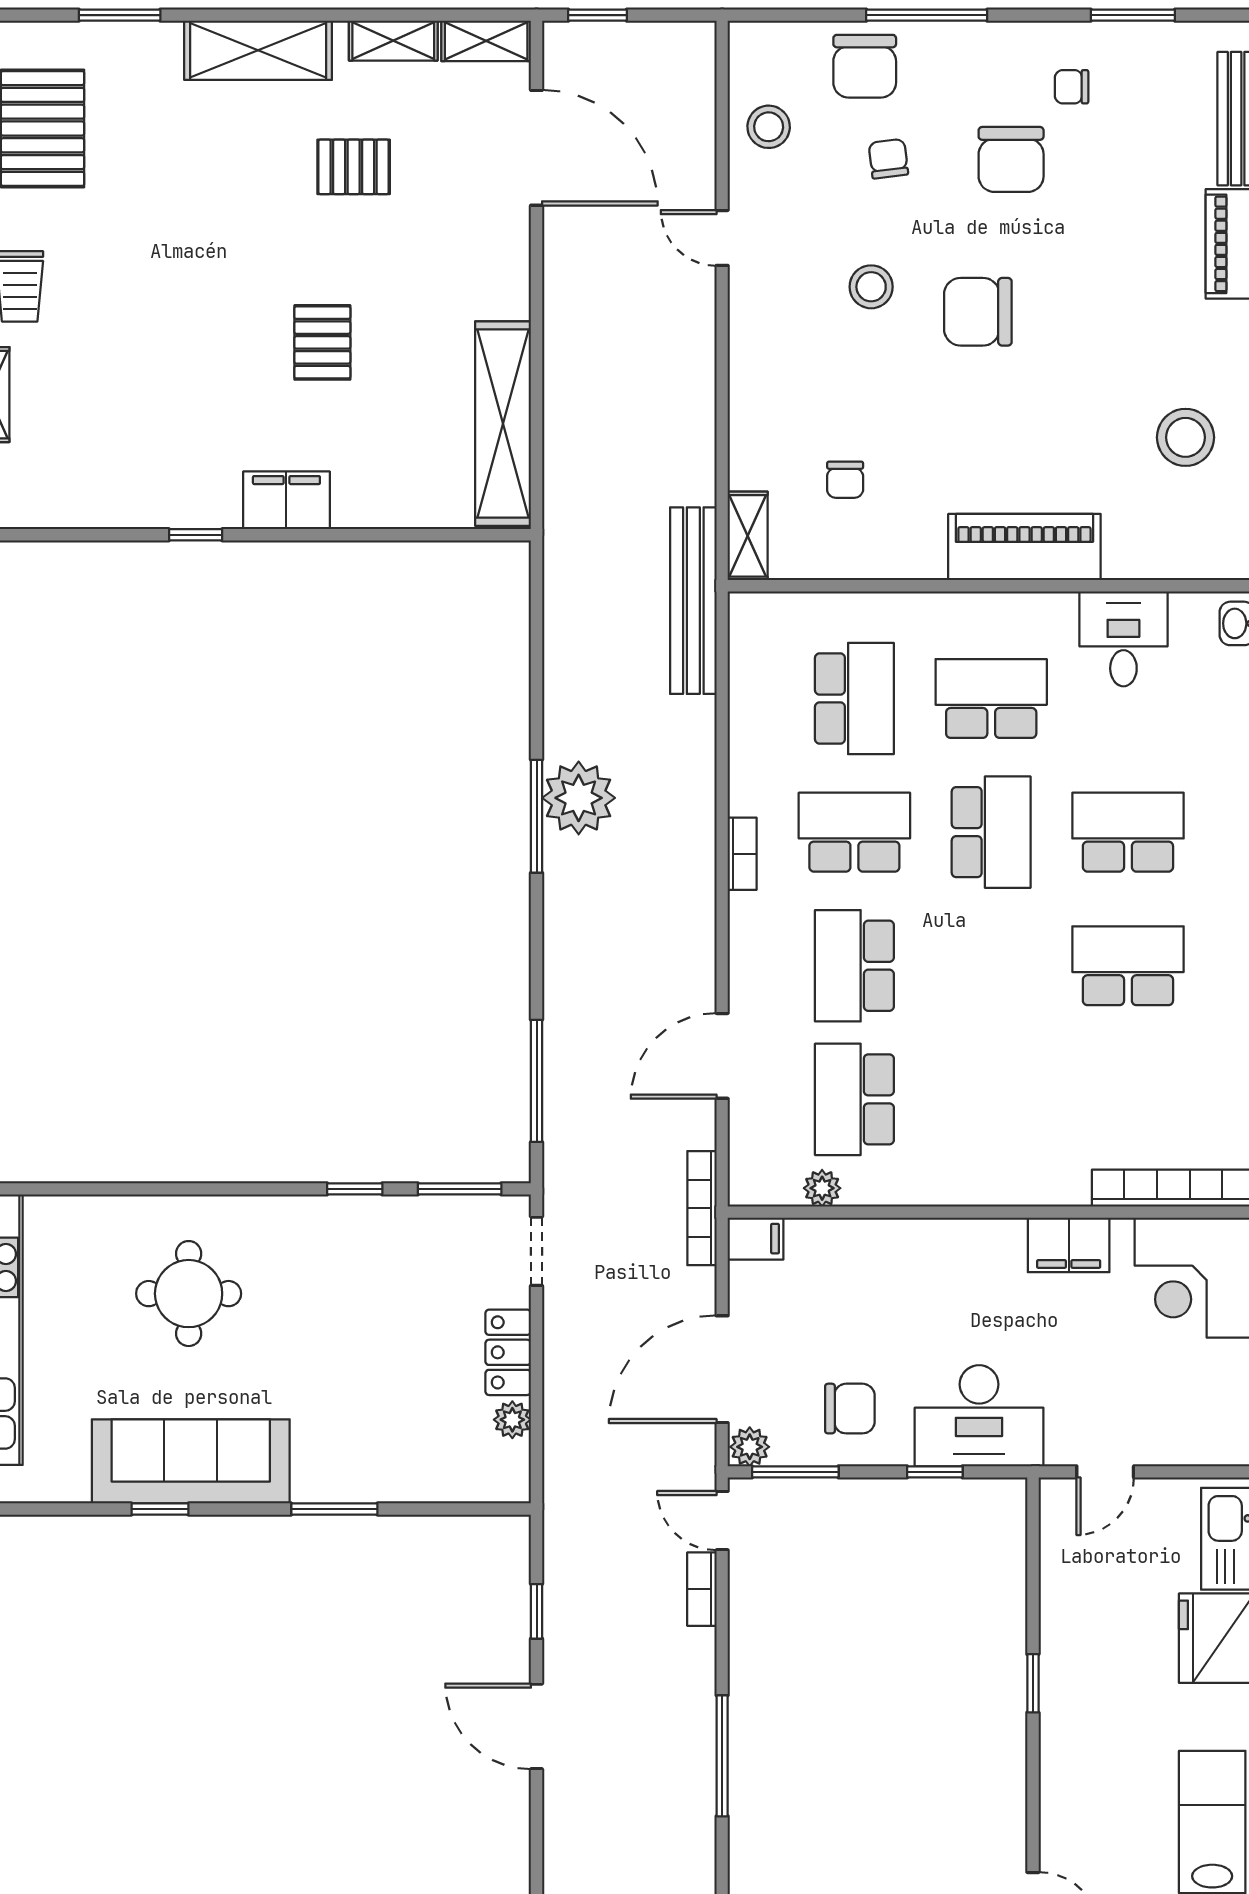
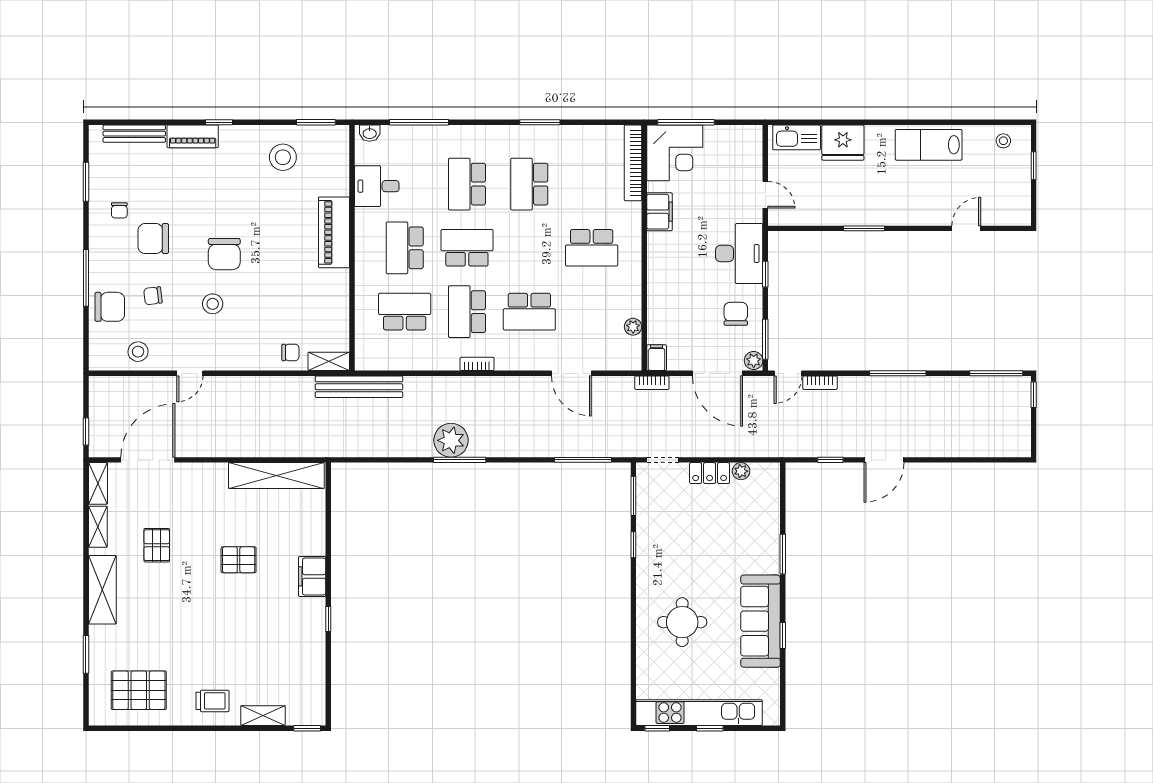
chair: (1011, 159) -> (153, 239), turned 180
chair: (845, 480) -> (290, 352), moved
school desk: (854, 1099) -> (592, 248), moved
bookcase: (702, 1208) -> (652, 383), width x0.64
window: (1033, 1683) -> (864, 228), width x1.50

